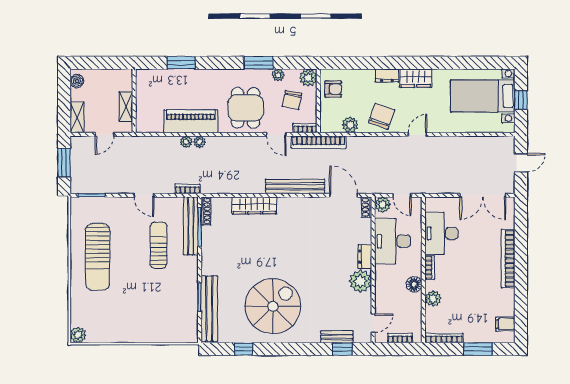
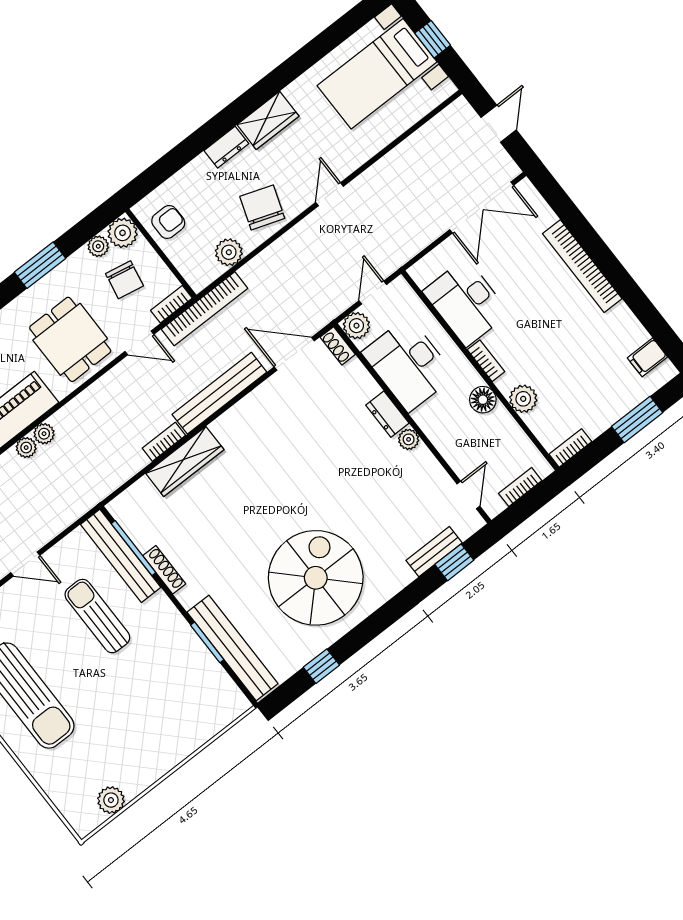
plant: (278, 75) -> (98, 246), moved
bookcase: (187, 189) -> (164, 442), moved
door: (402, 195) -> (373, 293), swing flipped
shoe rack: (206, 211) -> (164, 570), moved
plant: (360, 281) -> (409, 439), width x0.53, depth x0.53
plant: (78, 335) -> (111, 800), moved
bookcase: (444, 338) -> (570, 448), width x0.64

